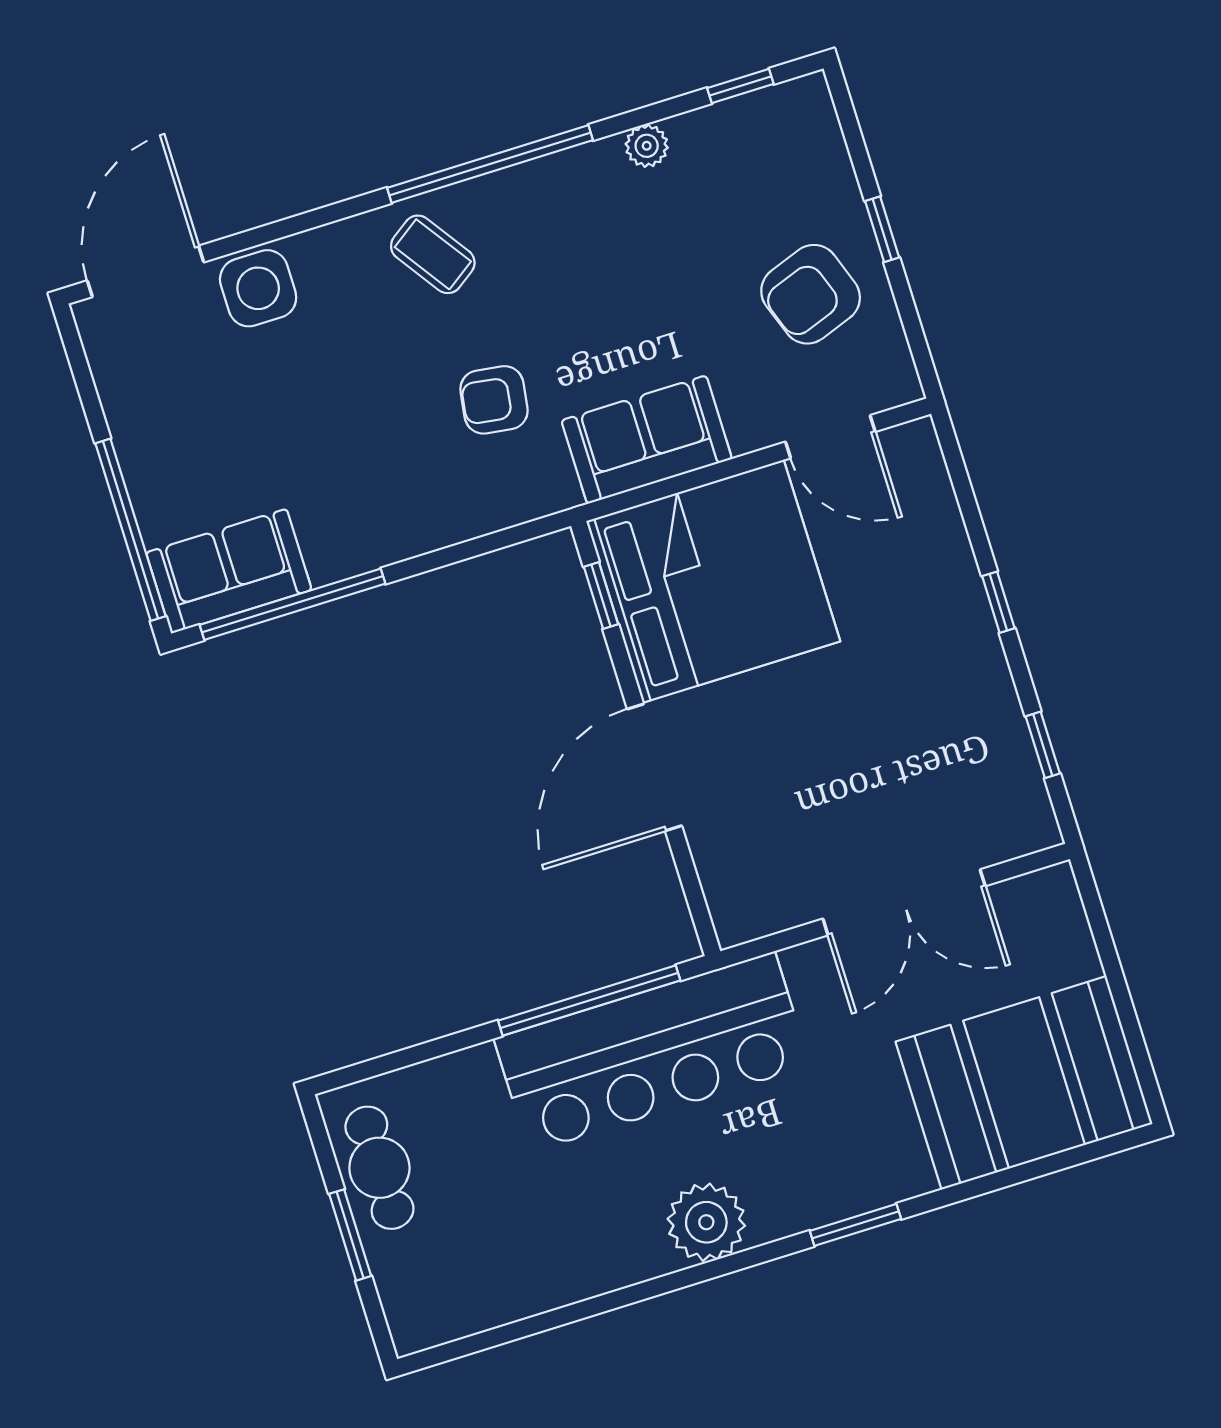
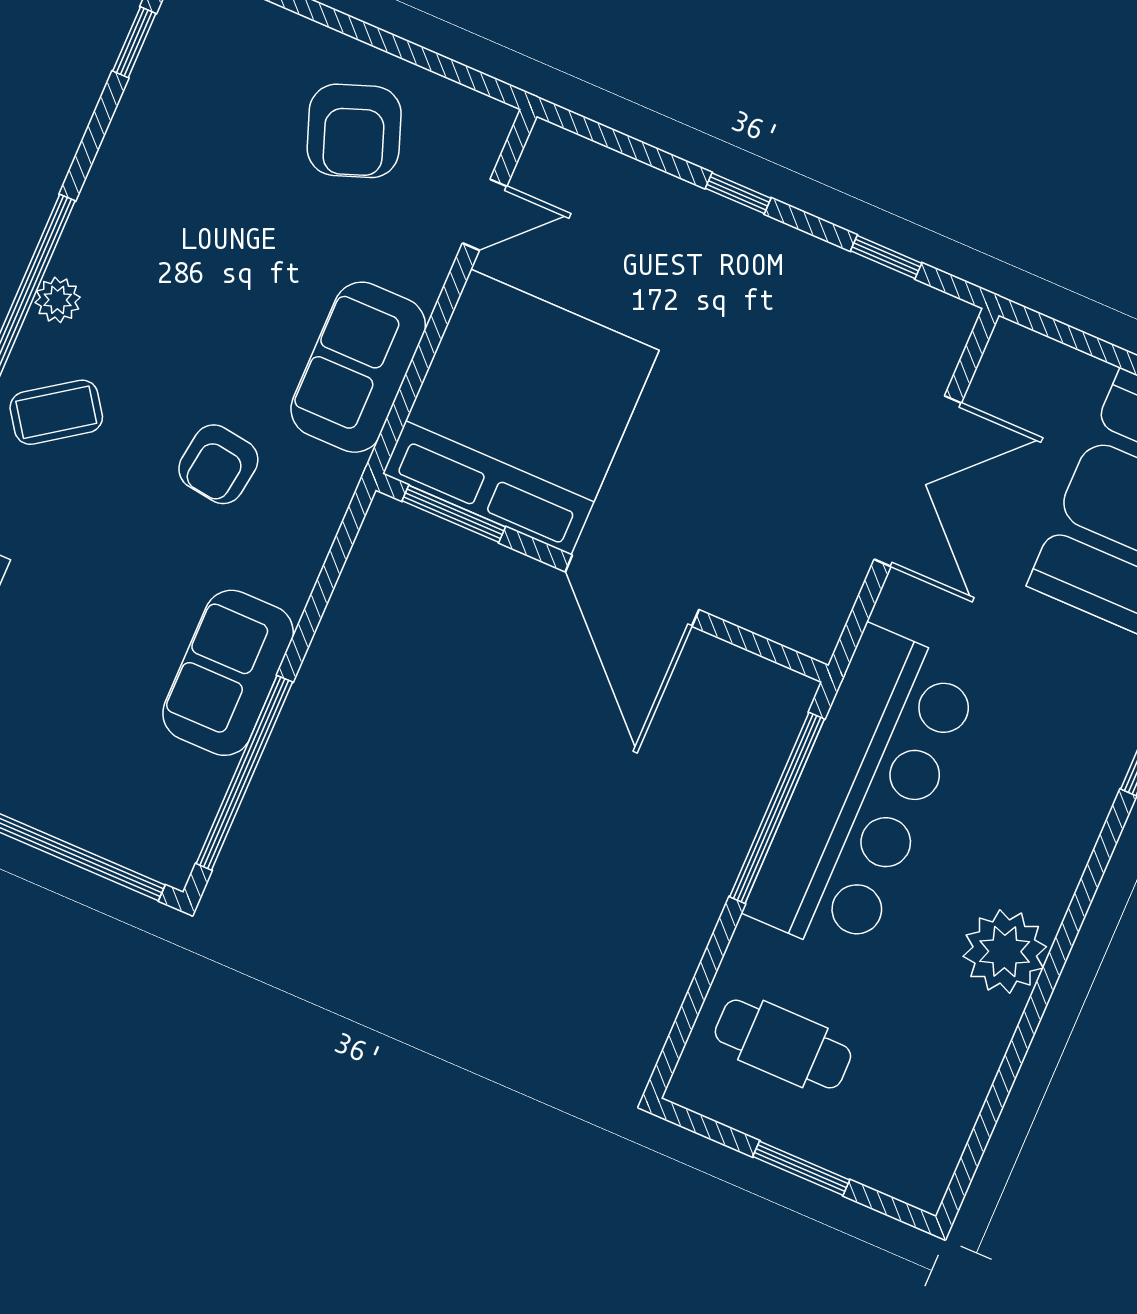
plant: (647, 146) -> (58, 300), moved
window: (882, 229) -> (351, 27), removed
door: (830, 437) -> (485, 215), width x0.73
sofa: (229, 571) -> (228, 673), moved
window: (601, 596) -> (454, 514), width x1.50
cafe table: (379, 1168) -> (783, 1044), moved
plant: (706, 1222) -> (1005, 952), moved

